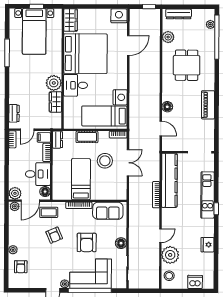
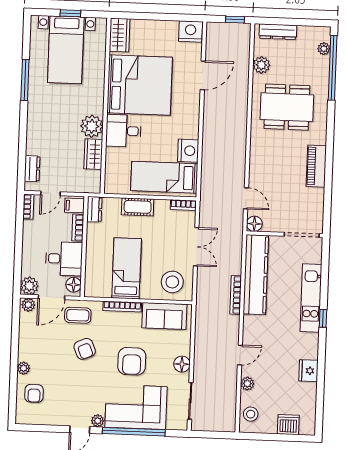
dining table: (187, 65) -> (287, 107), width x1.38
floor lamp: (167, 107) -> (254, 224), moved
stool: (105, 161) -> (172, 282), moved
plant: (170, 255) -> (247, 384), width x0.53, depth x0.53

